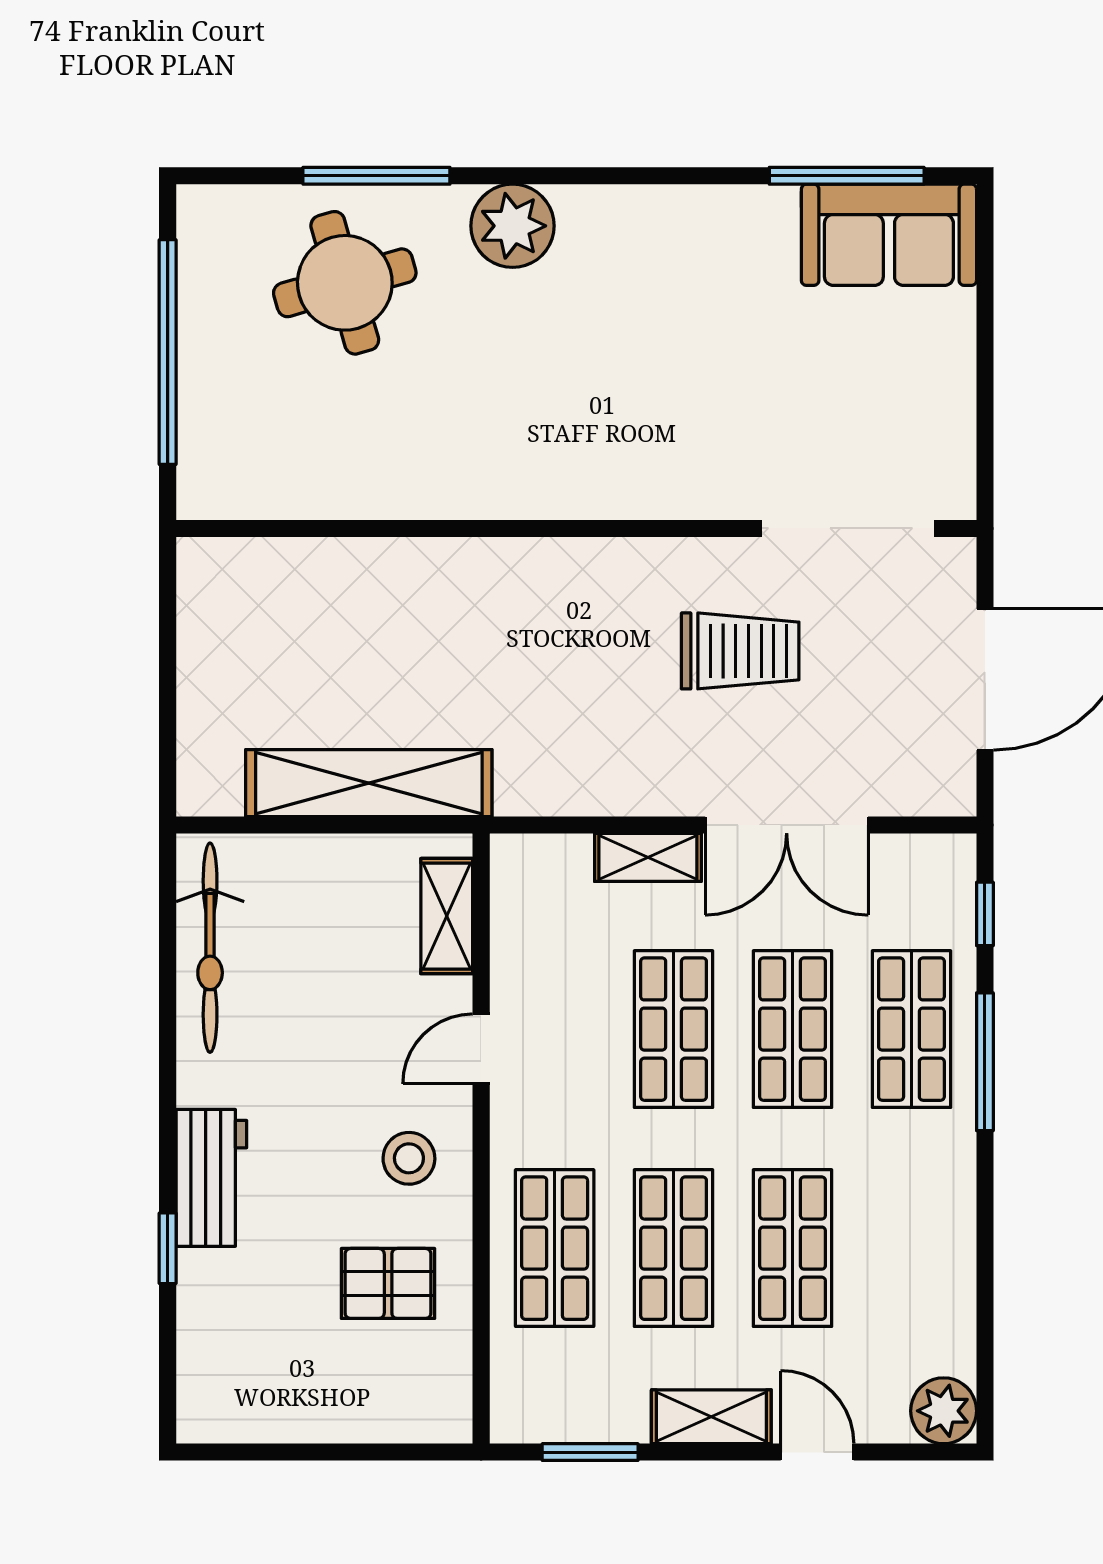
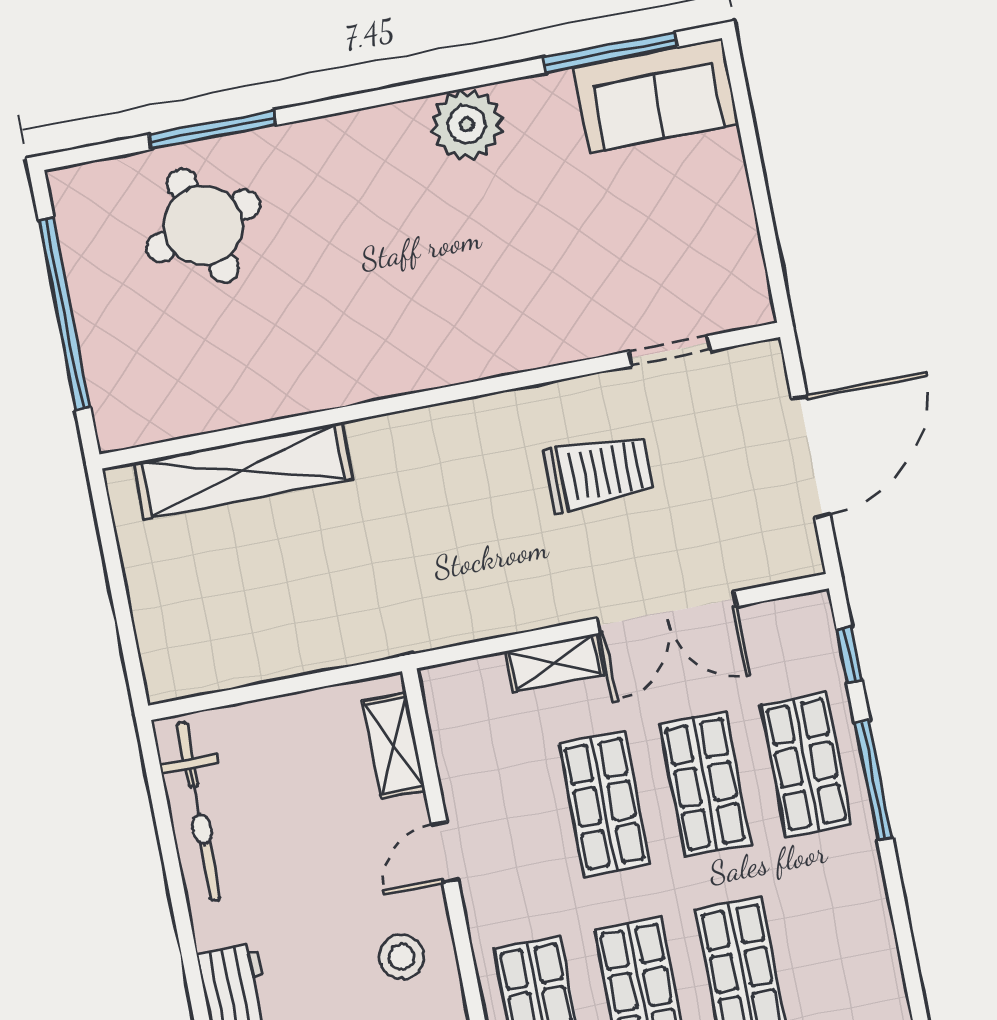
plant: (513, 226) -> (467, 124), moved
doorway: (848, 528) -> (670, 351), width x0.53
shelving: (369, 783) -> (243, 471), moved

